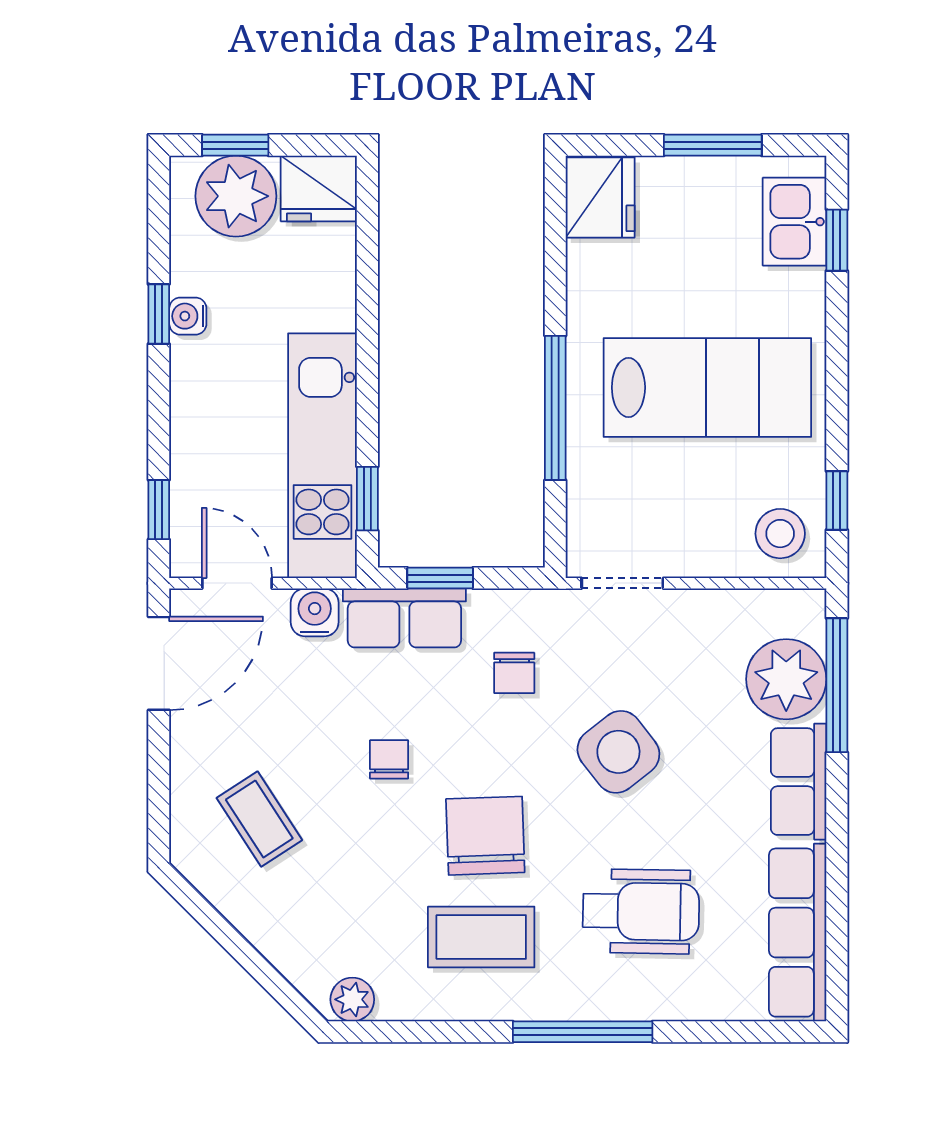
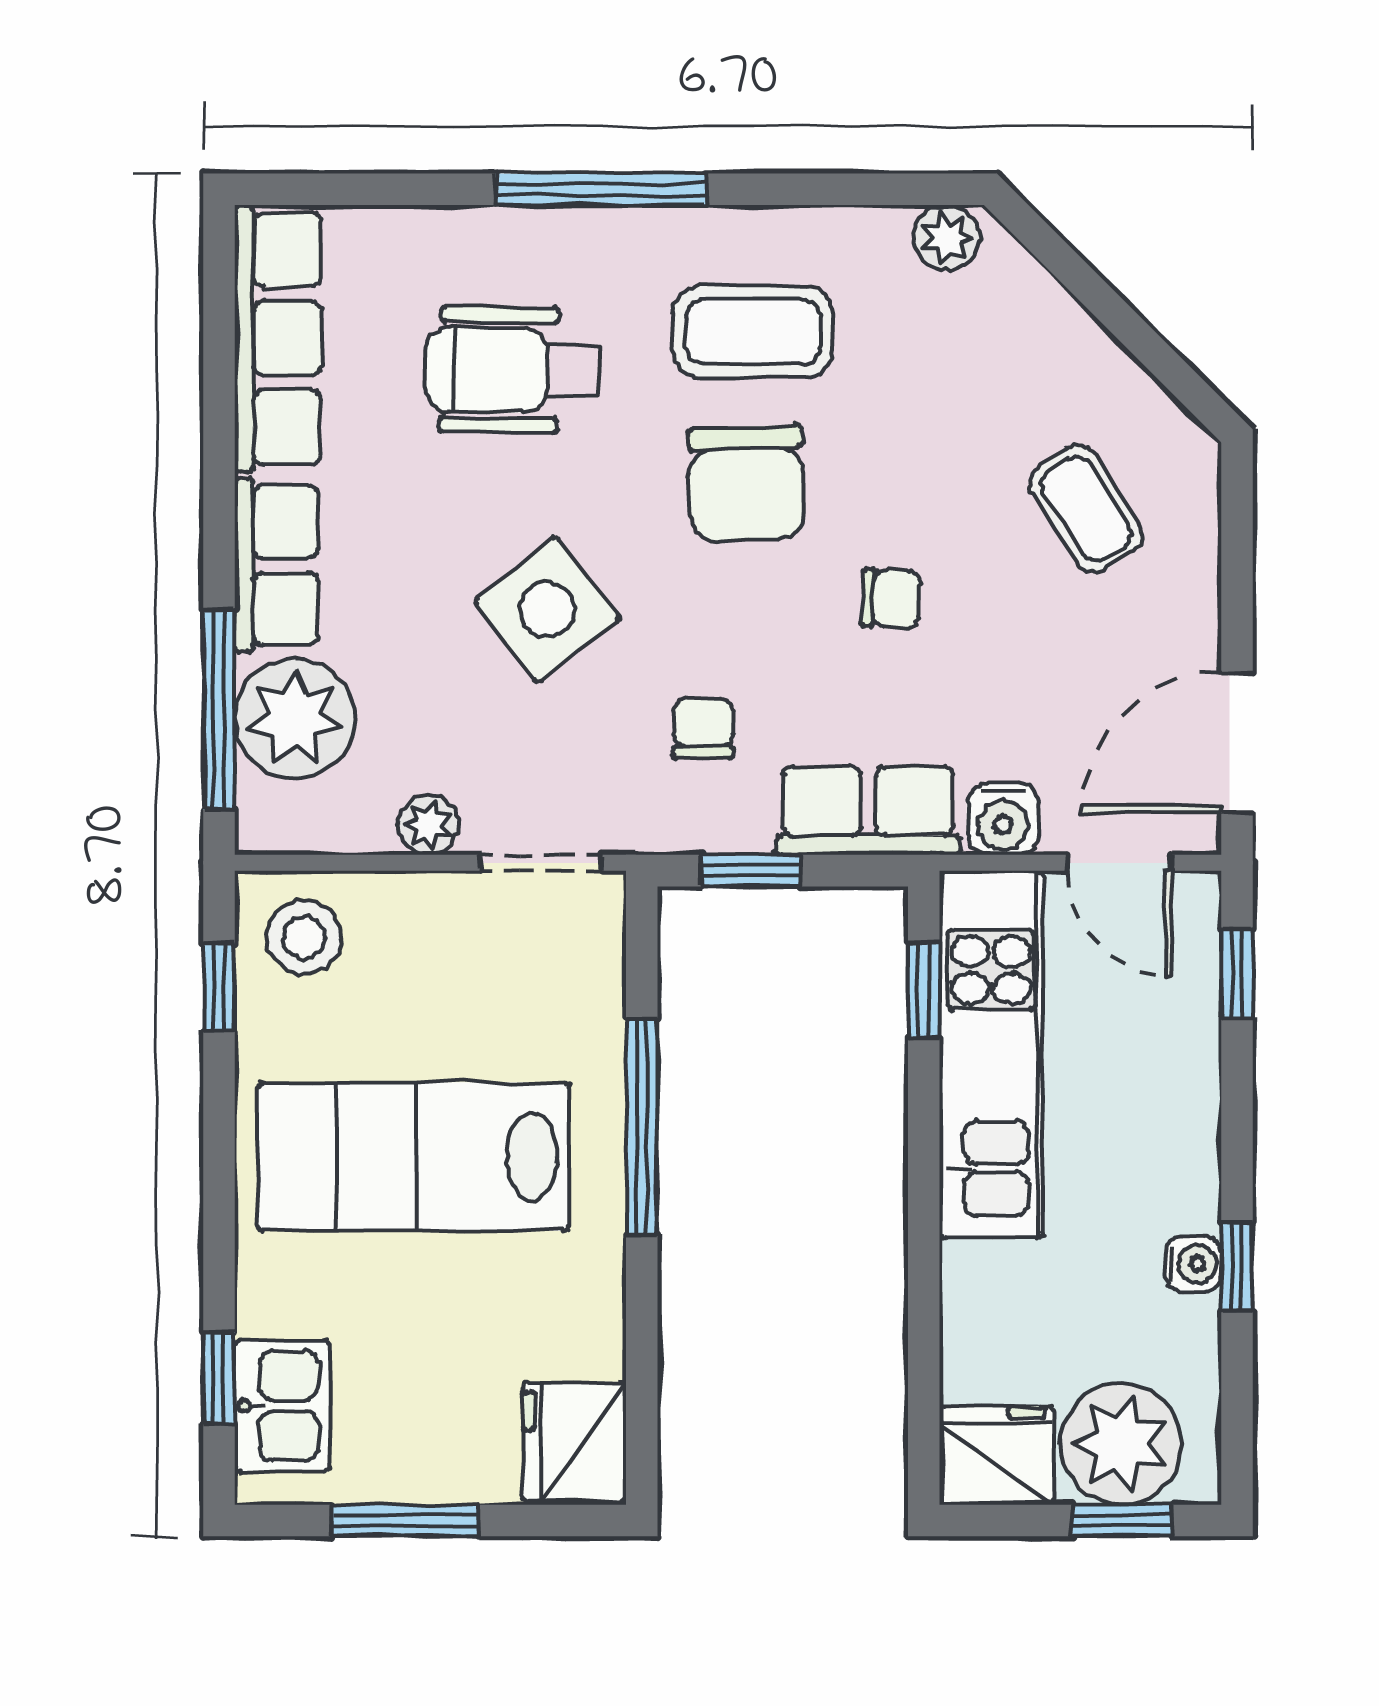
window: (440, 578) -> (751, 871), moved
plant: (697, 609) -> (429, 824), added
chair: (389, 759) -> (891, 598), turned -87

